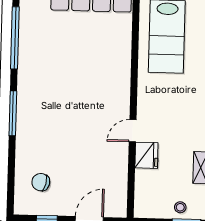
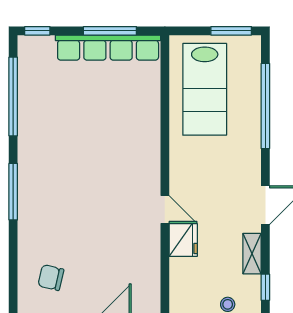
door: (133, 131) -> (165, 210), swing flipped

